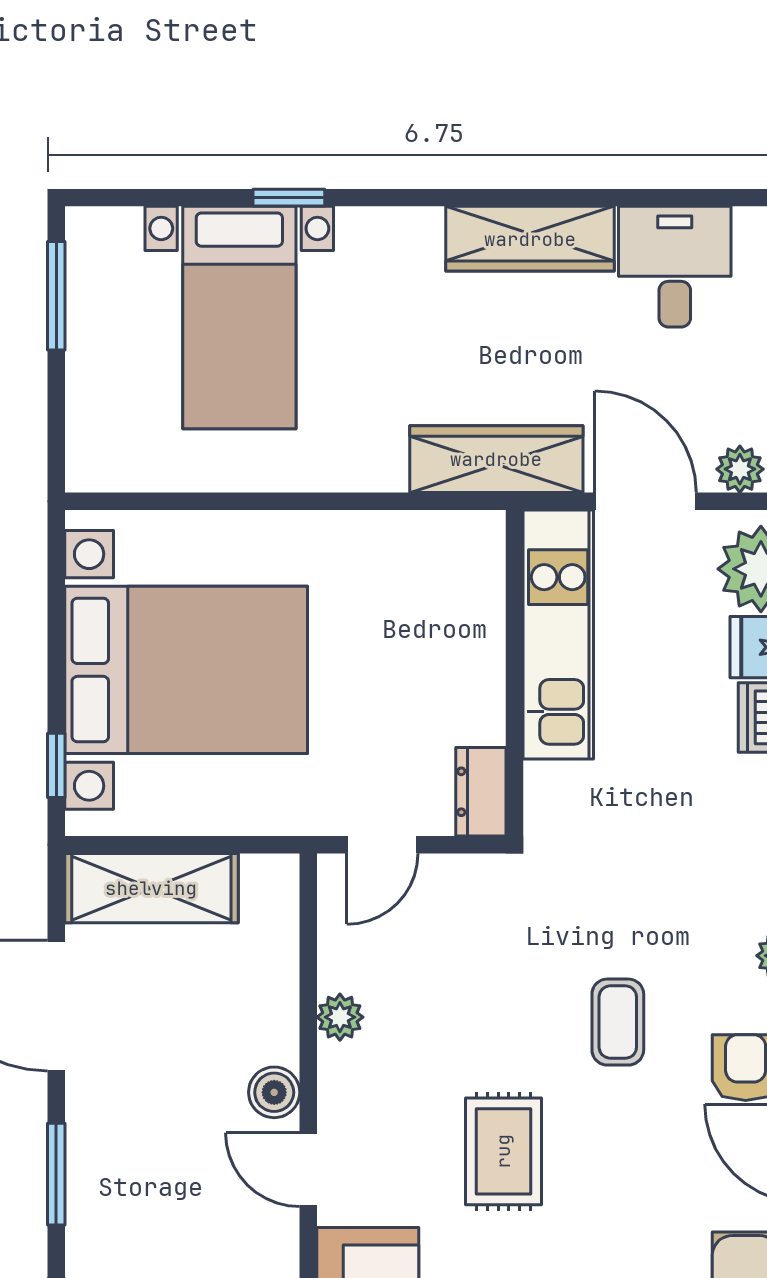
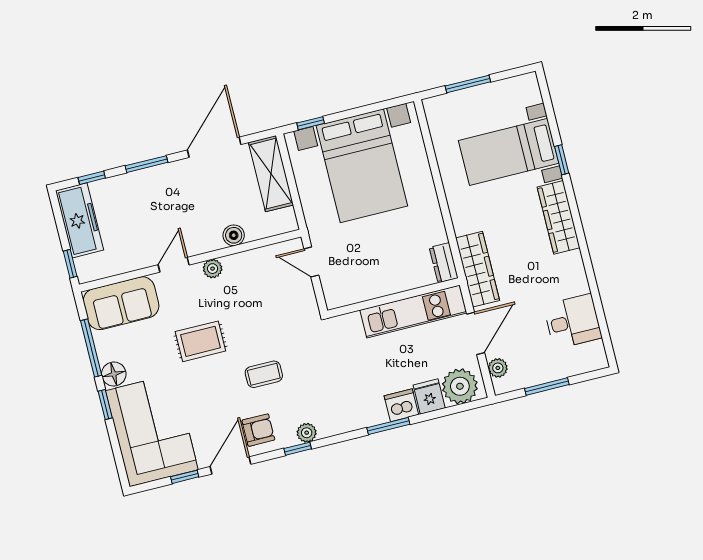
wardrobe: (530, 239) -> (559, 217), moved
window: (56, 296) -> (468, 84), moved
dresser: (481, 792) -> (444, 263), moved, turned -90
plant: (340, 1017) -> (213, 269), moved
boiler: (274, 1092) -> (234, 235), moved

